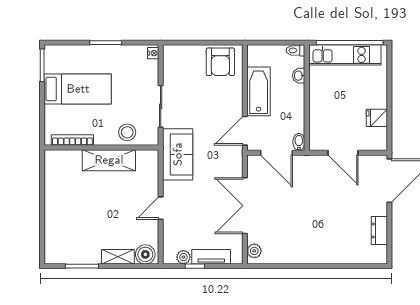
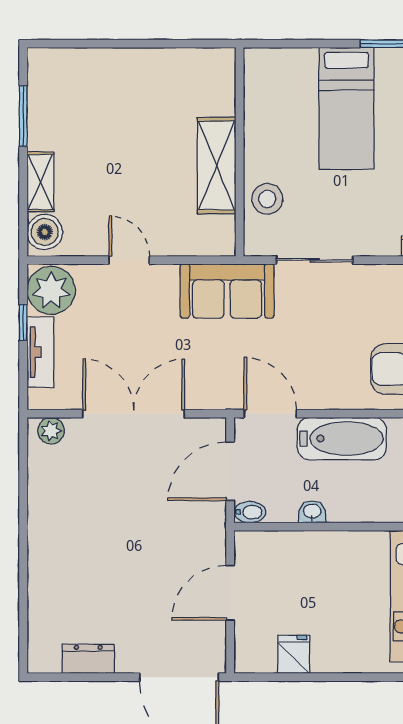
washbasin: (299, 76) -> (312, 512), moved
bookcase: (72, 140) -> (253, 99), removed
plant: (183, 257) -> (51, 290), width x1.88, depth x1.88

